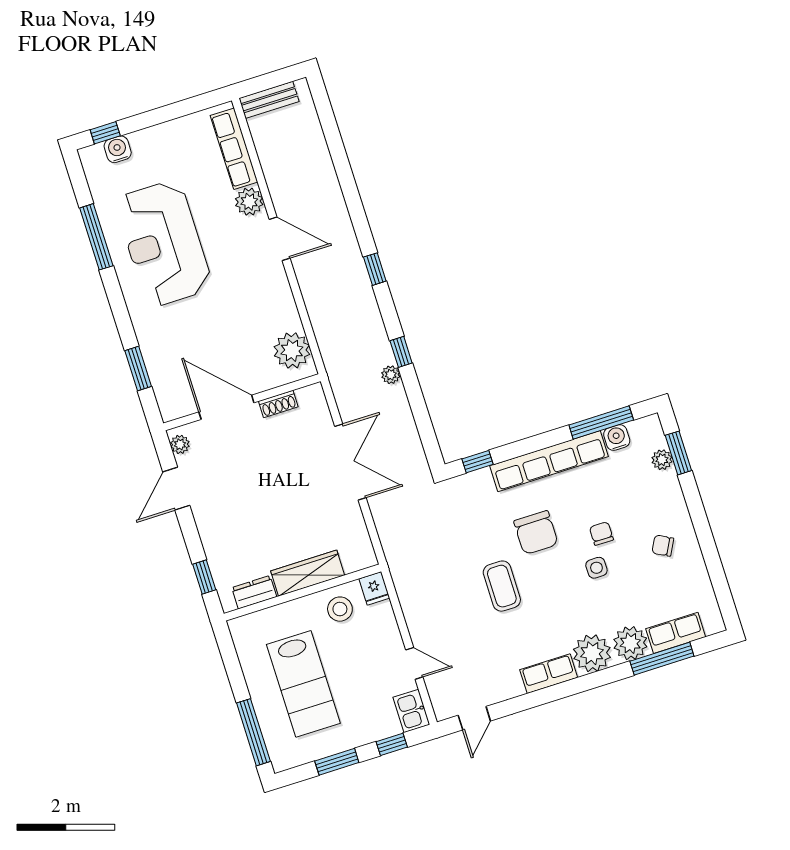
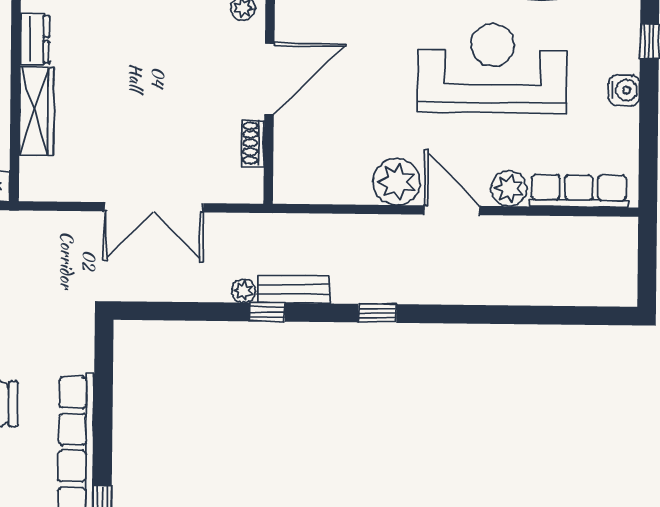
bench: (269, 100) -> (294, 289), moved, turned 90
water cooler: (118, 149) -> (624, 90), moved
door: (280, 239) -> (452, 210), swing flipped
plant: (292, 351) -> (397, 182), moved
window: (478, 462) -> (104, 361), removed

